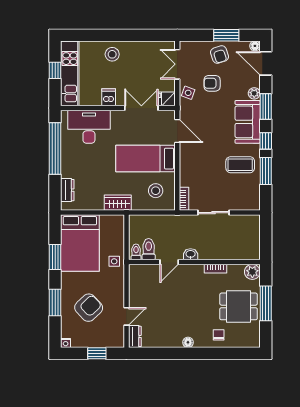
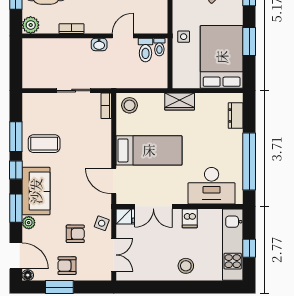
armchair: (220, 54) -> (67, 266), turned -72
stool: (156, 191) -> (130, 105), moved

